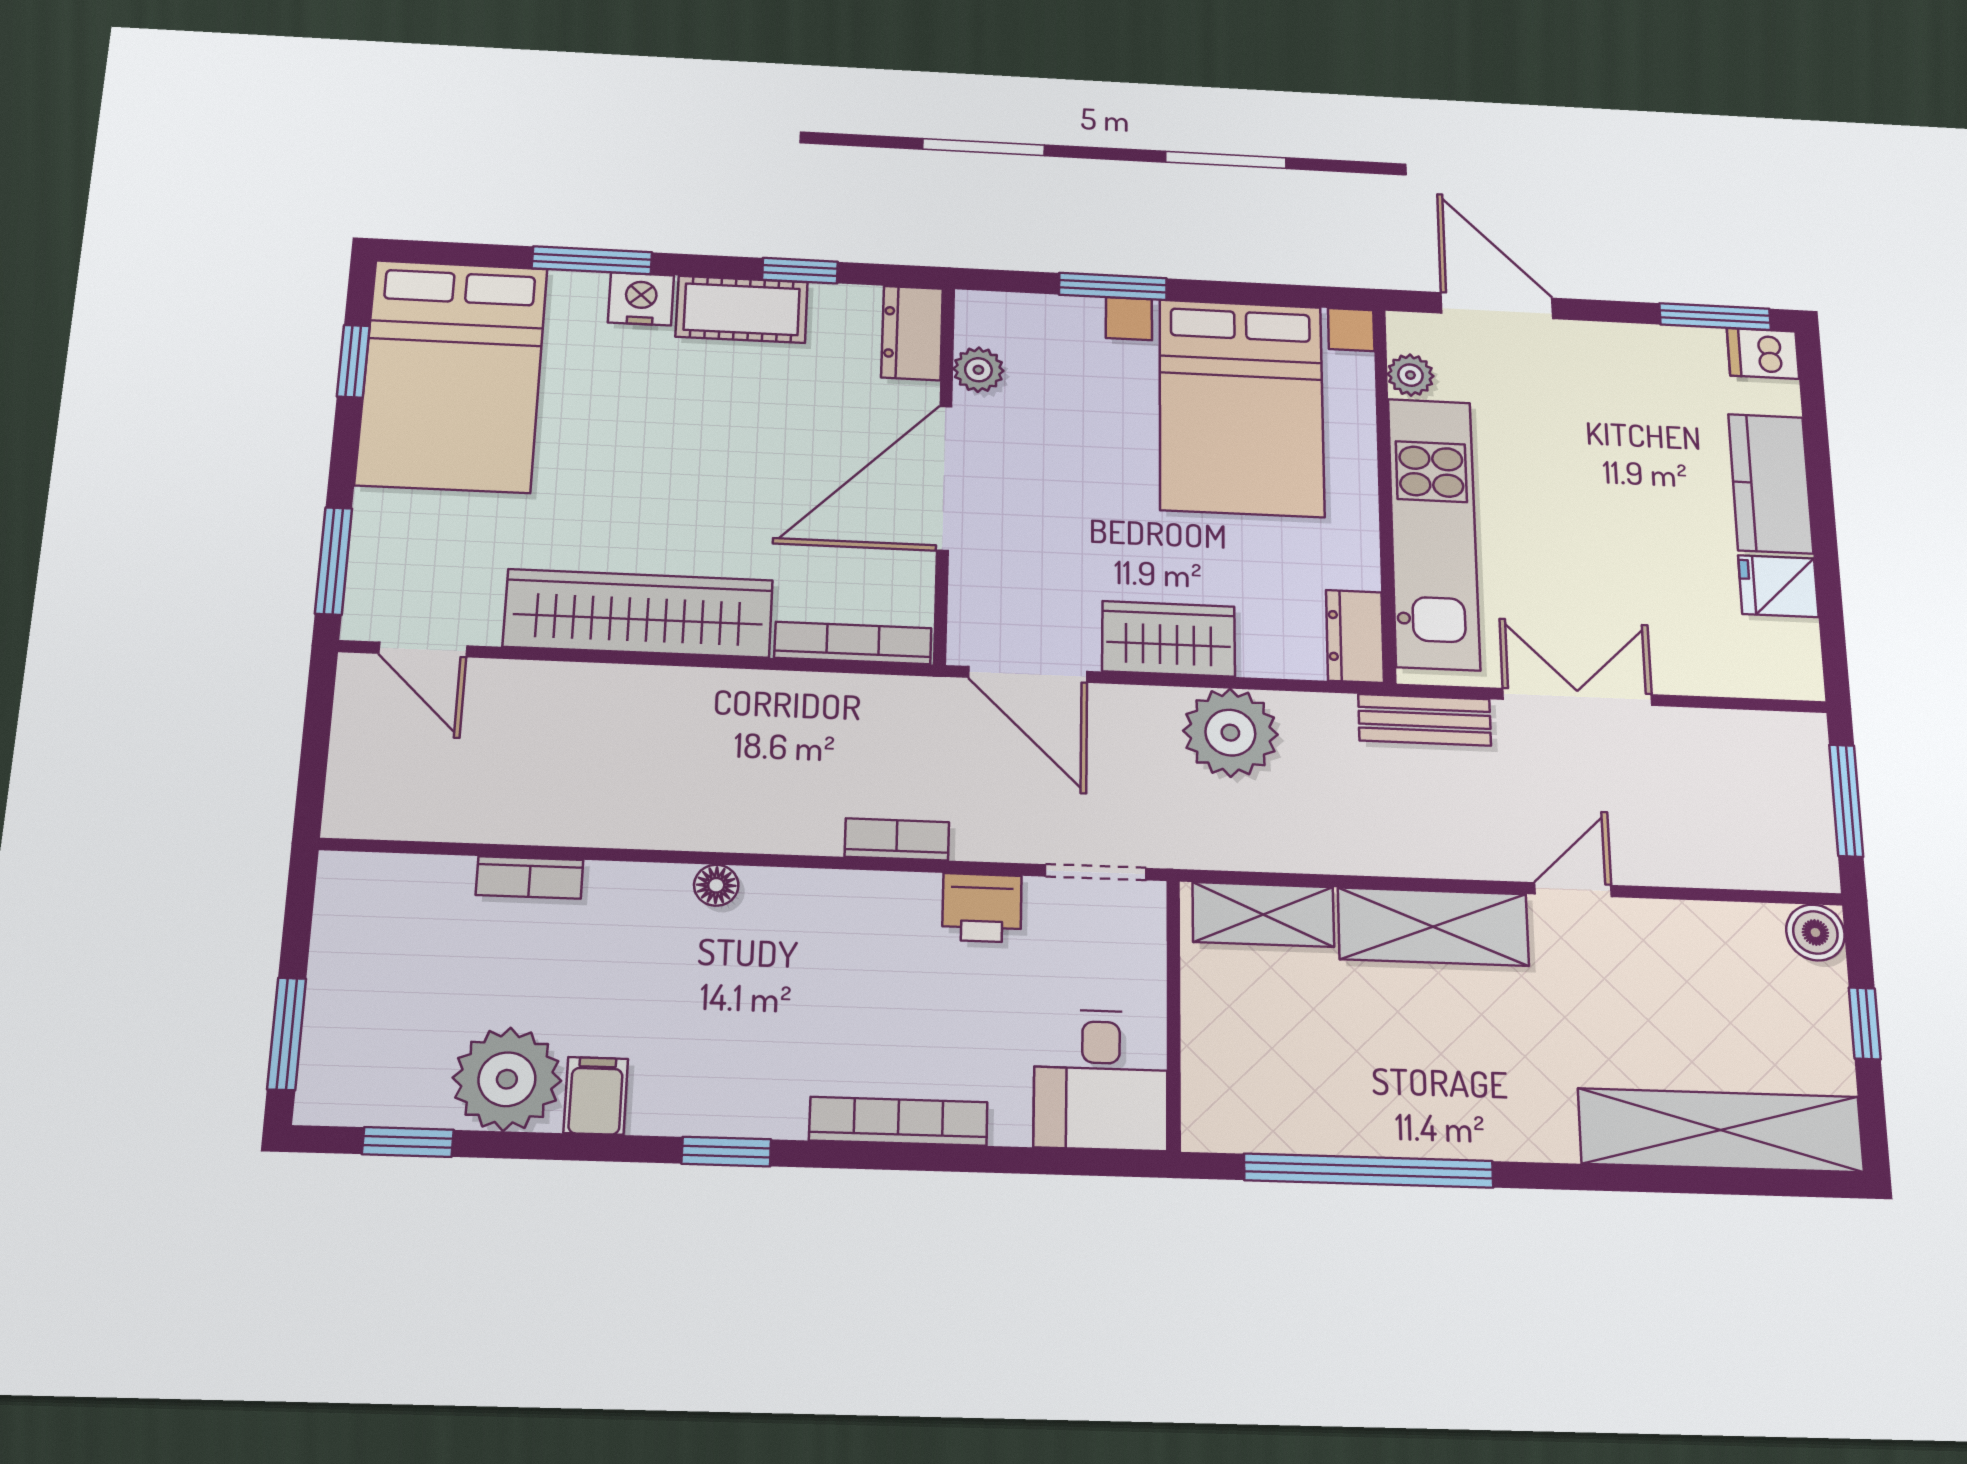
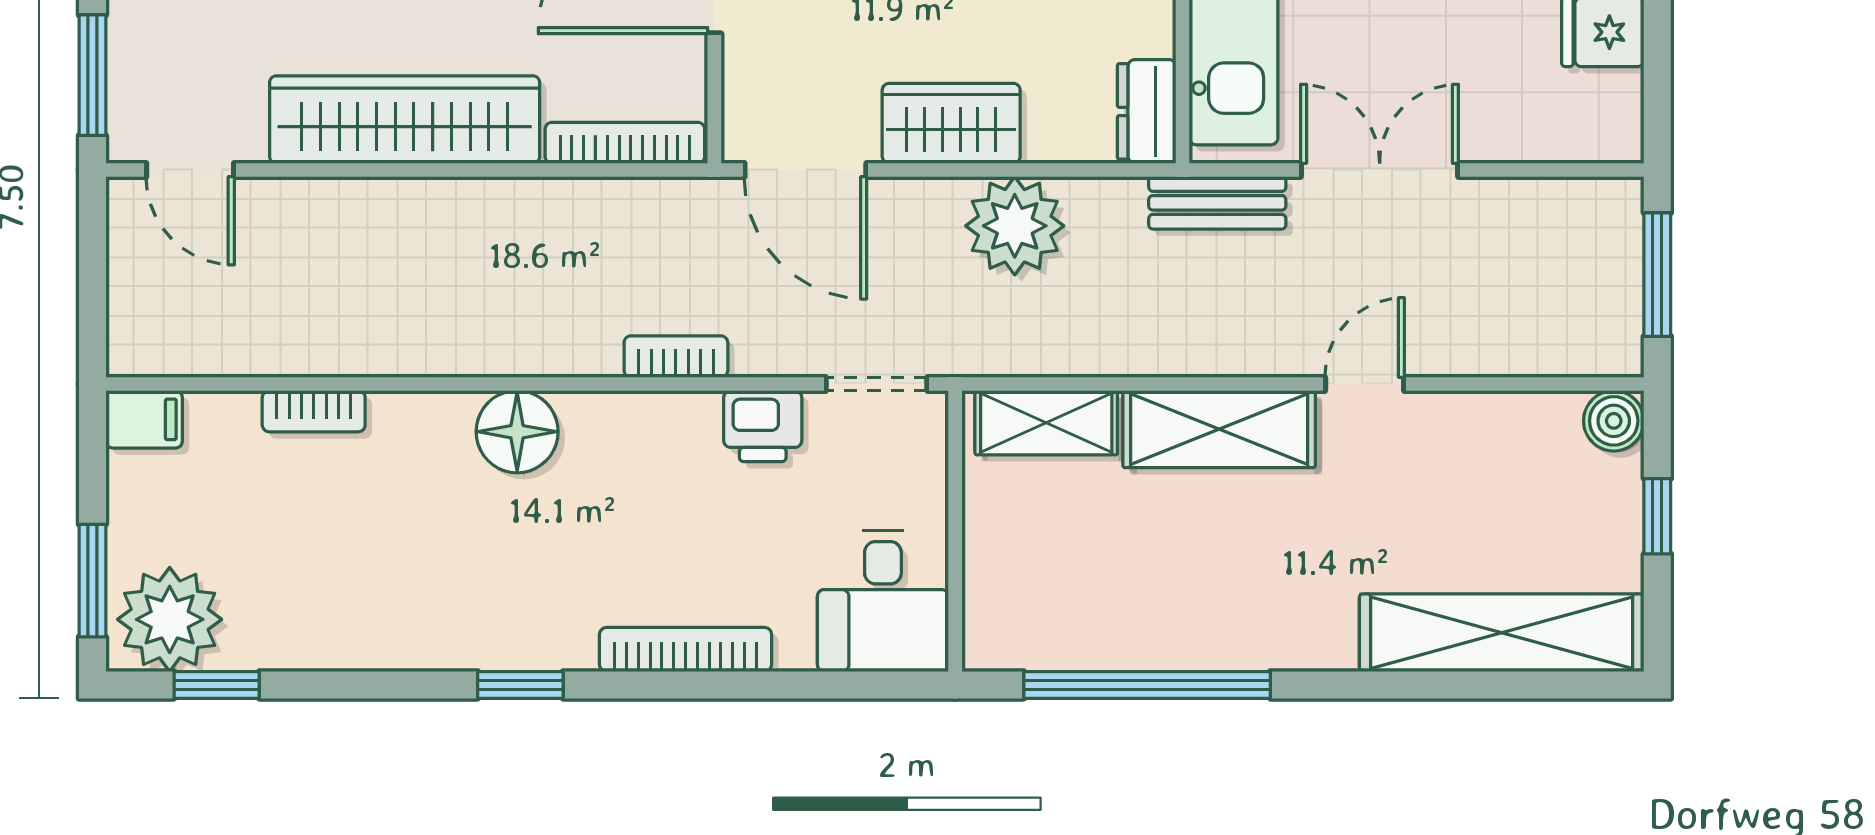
floor lamp: (716, 885) -> (517, 432), width x1.89, depth x1.89
plant: (507, 1079) -> (170, 619), moved
filing cabinet: (596, 1096) -> (144, 419), moved, turned 90

